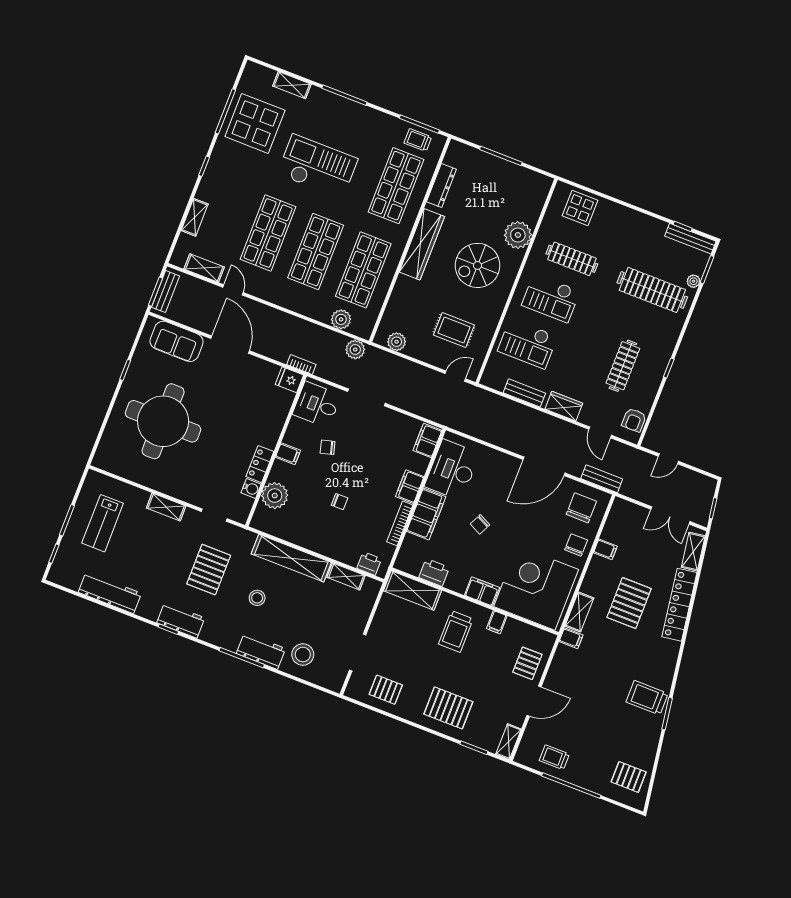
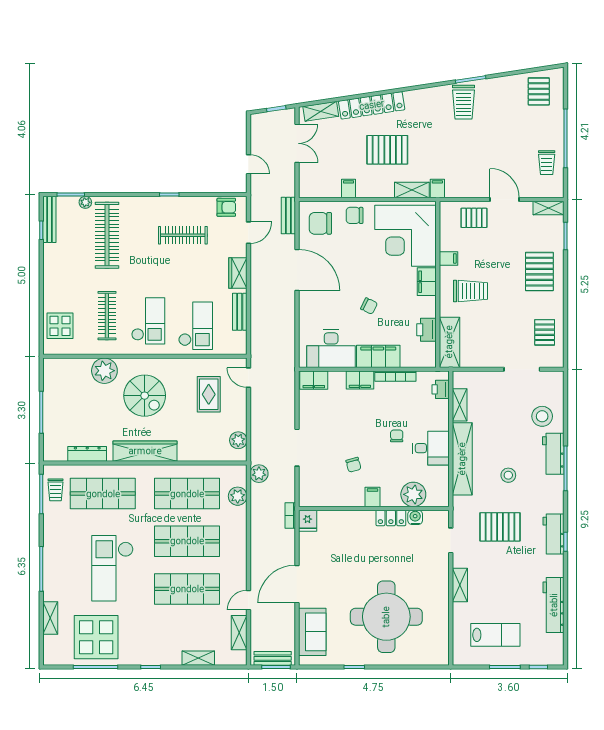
desk: (317, 405) -> (431, 448), moved, turned -90

